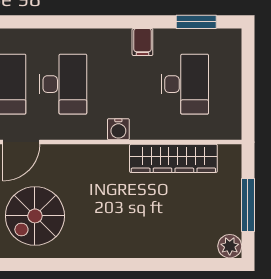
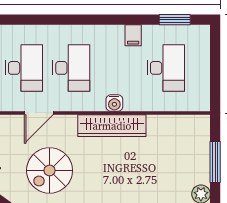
wardrobe: (173, 158) -> (112, 126), moved

